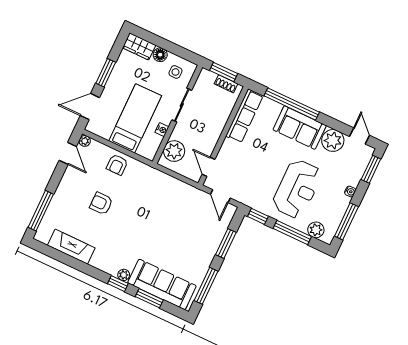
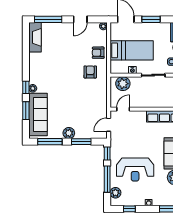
door: (68, 153) -> (80, 19), moved
armchair: (101, 203) -> (90, 72), moved
window: (346, 221) -> (129, 209), width x0.46
fireplace: (71, 247) -> (35, 37), moved
plant: (206, 255) -> (69, 133), added

